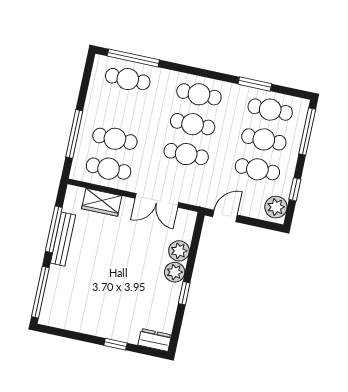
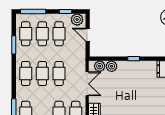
door: (225, 216) -> (88, 35), moved
plant: (175, 272) -> (100, 66), moved

